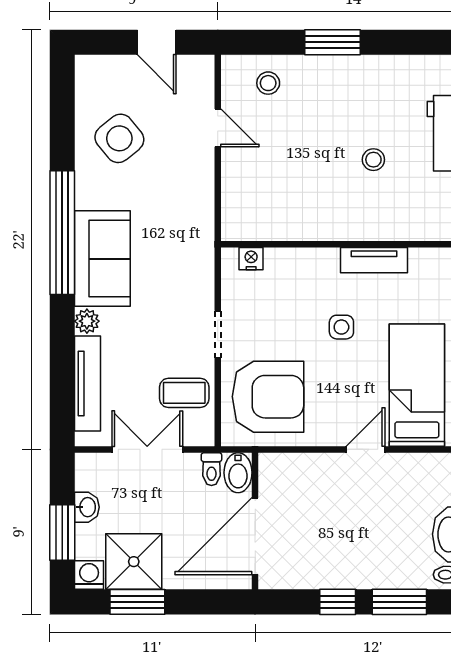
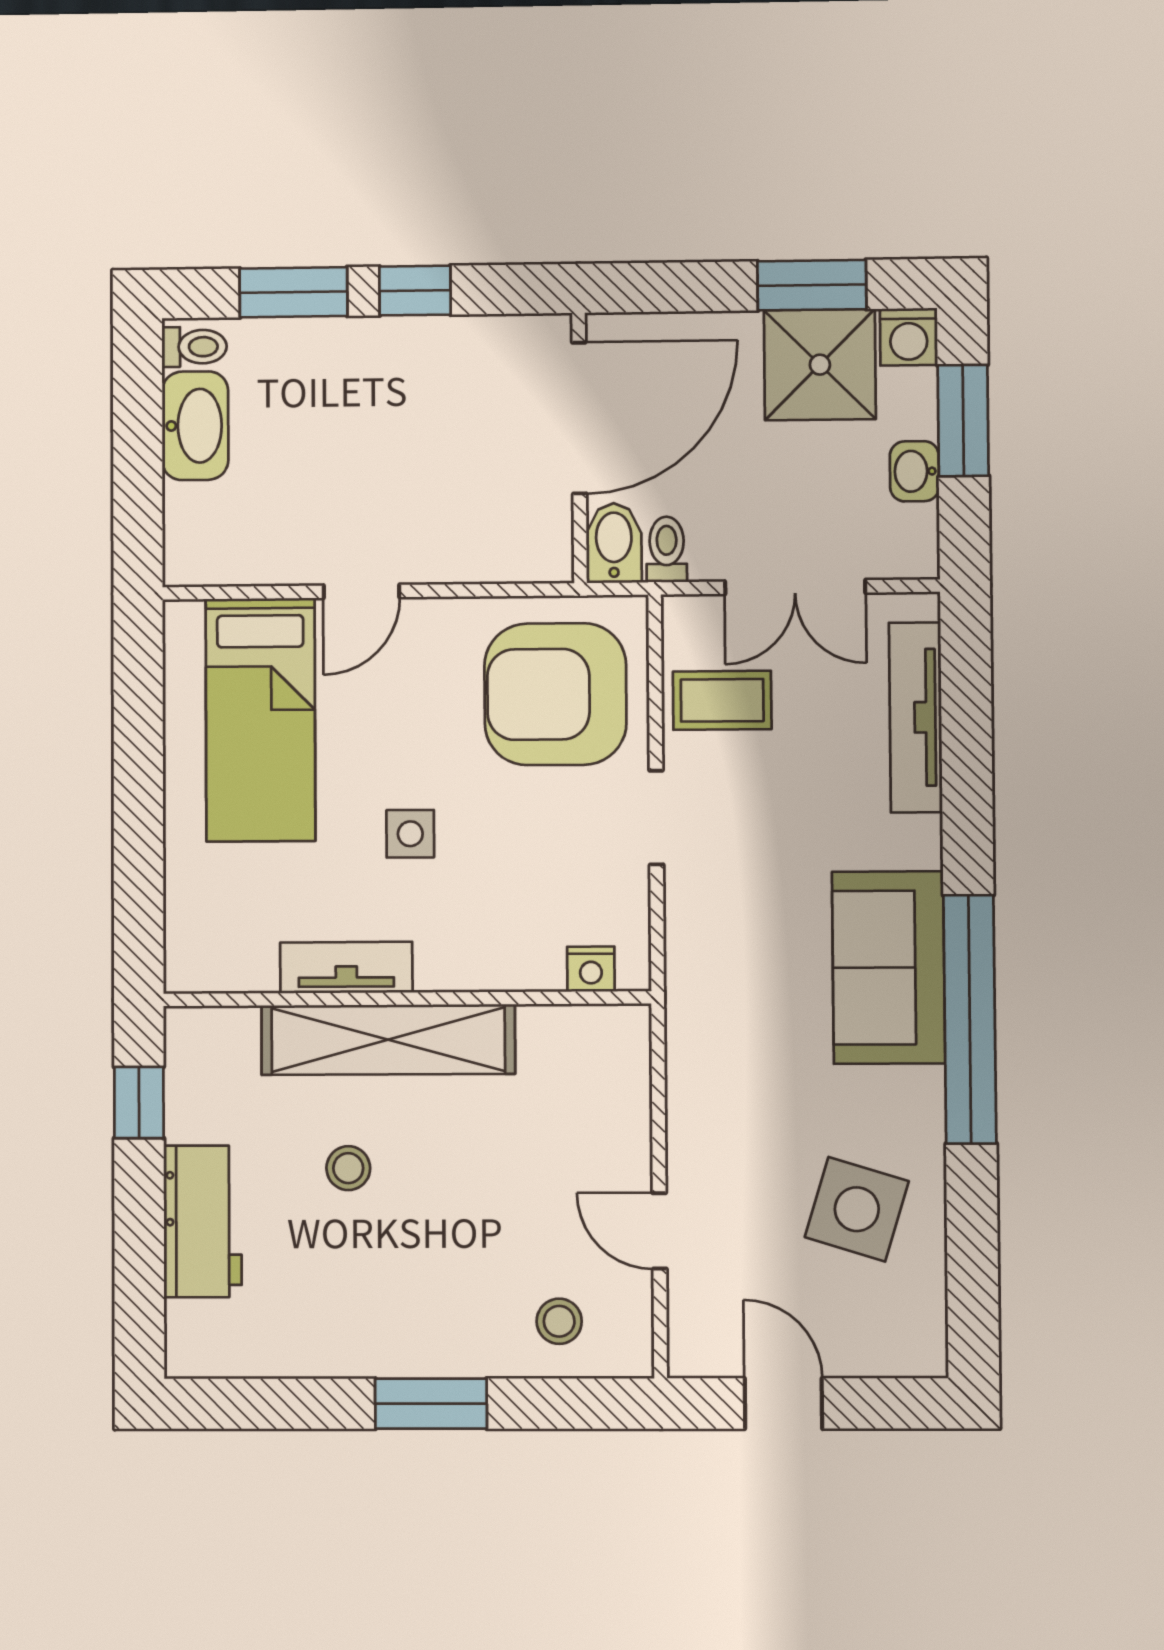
side table: (119, 138) -> (857, 1209), turned -34
shelving: (353, 224) -> (388, 1040), added
plant: (87, 321) -> (918, 842), removed

